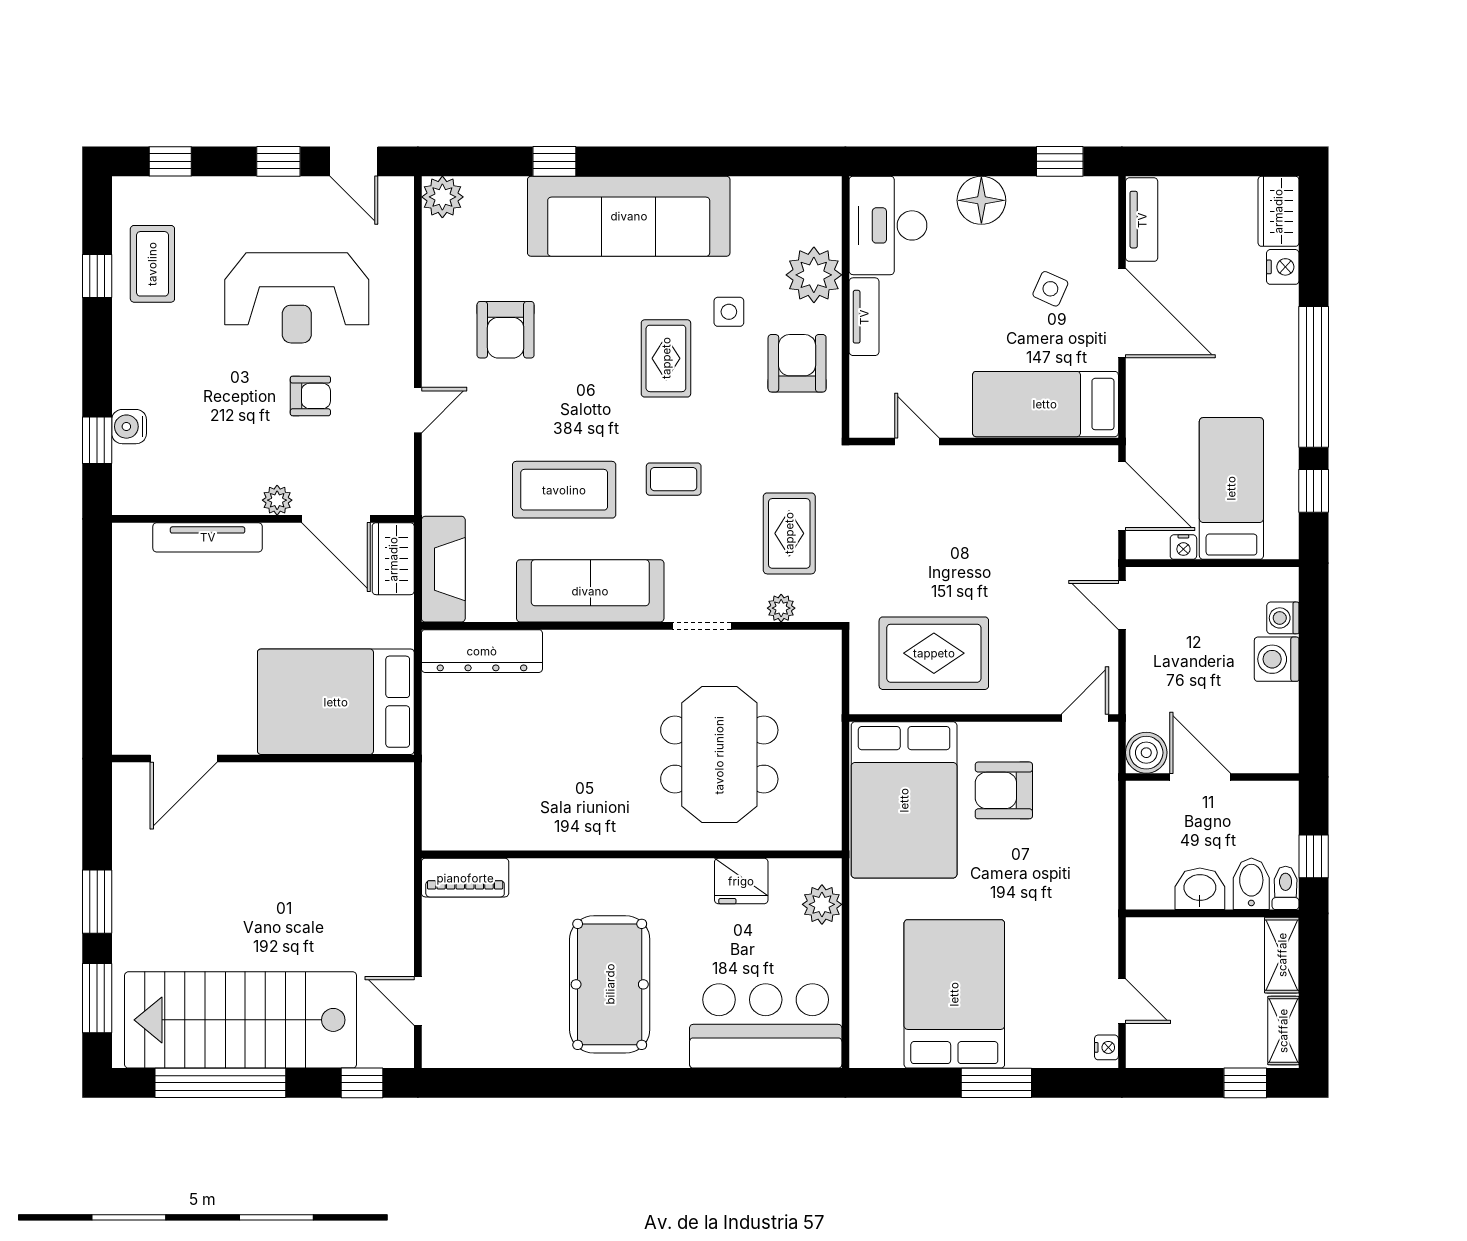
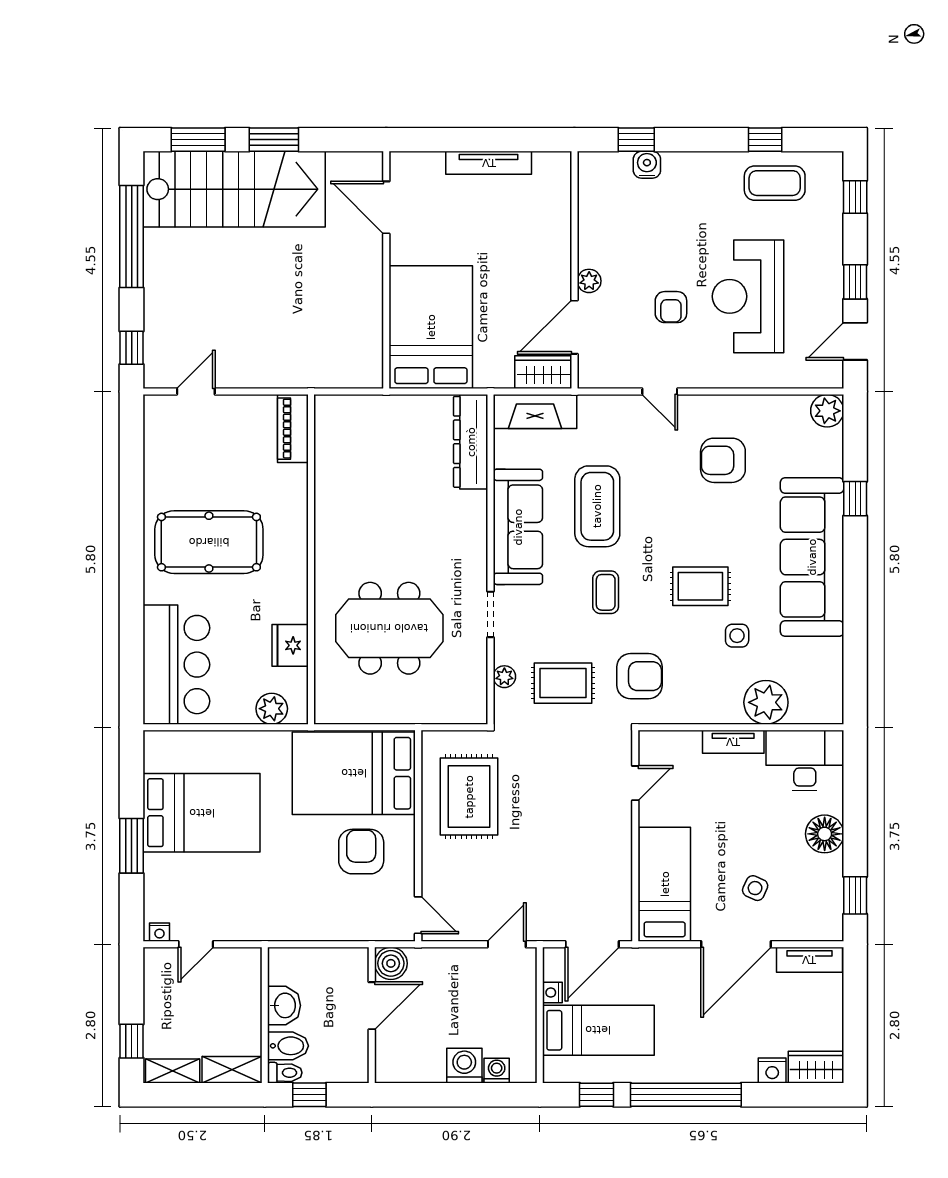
armchair: (797, 363) -> (640, 676), moved
tv unit: (208, 537) -> (489, 163), moved, turned -90
stairs: (241, 1020) -> (234, 189), moved, turned 90

